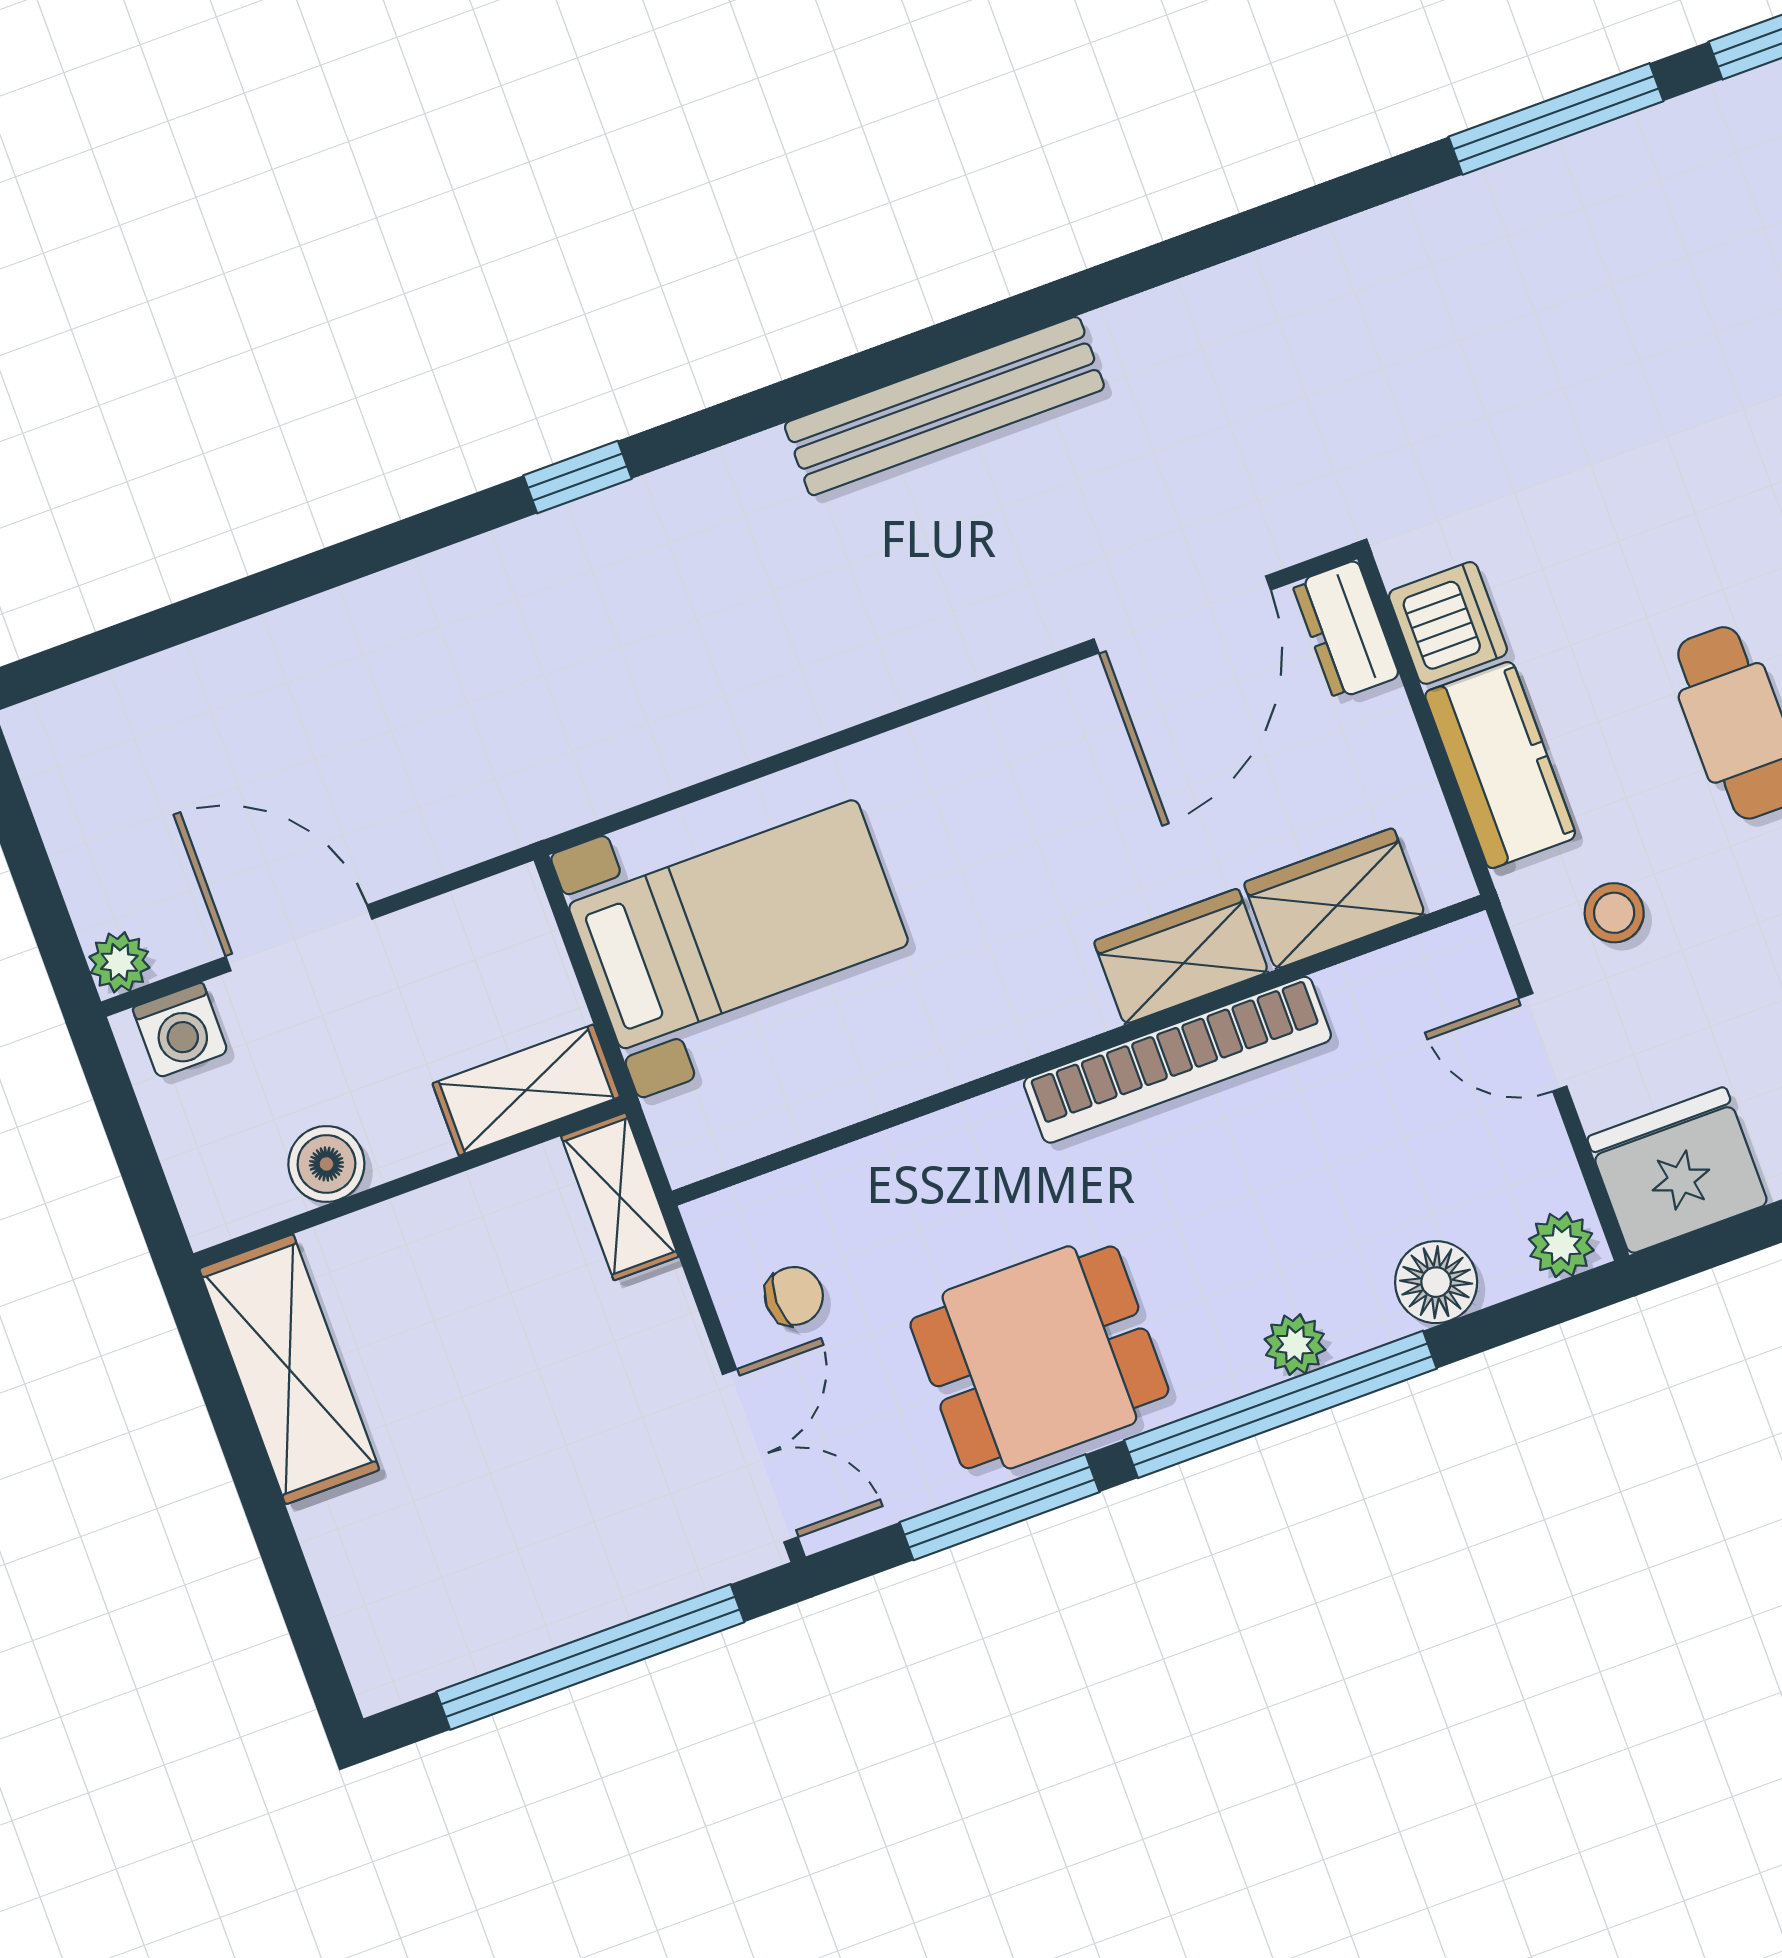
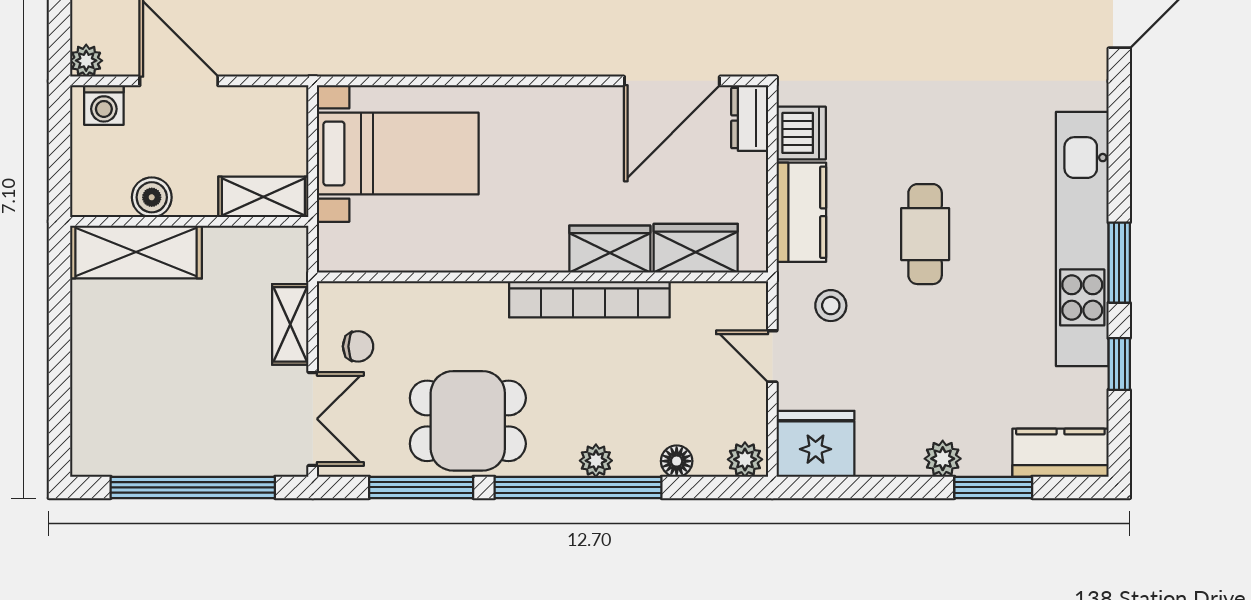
shelving: (620, 1196) -> (290, 324), moved
floor lamp: (1436, 1282) -> (677, 461), width x0.73, depth x0.73
shelving: (289, 1369) -> (136, 252), moved, turned 90

